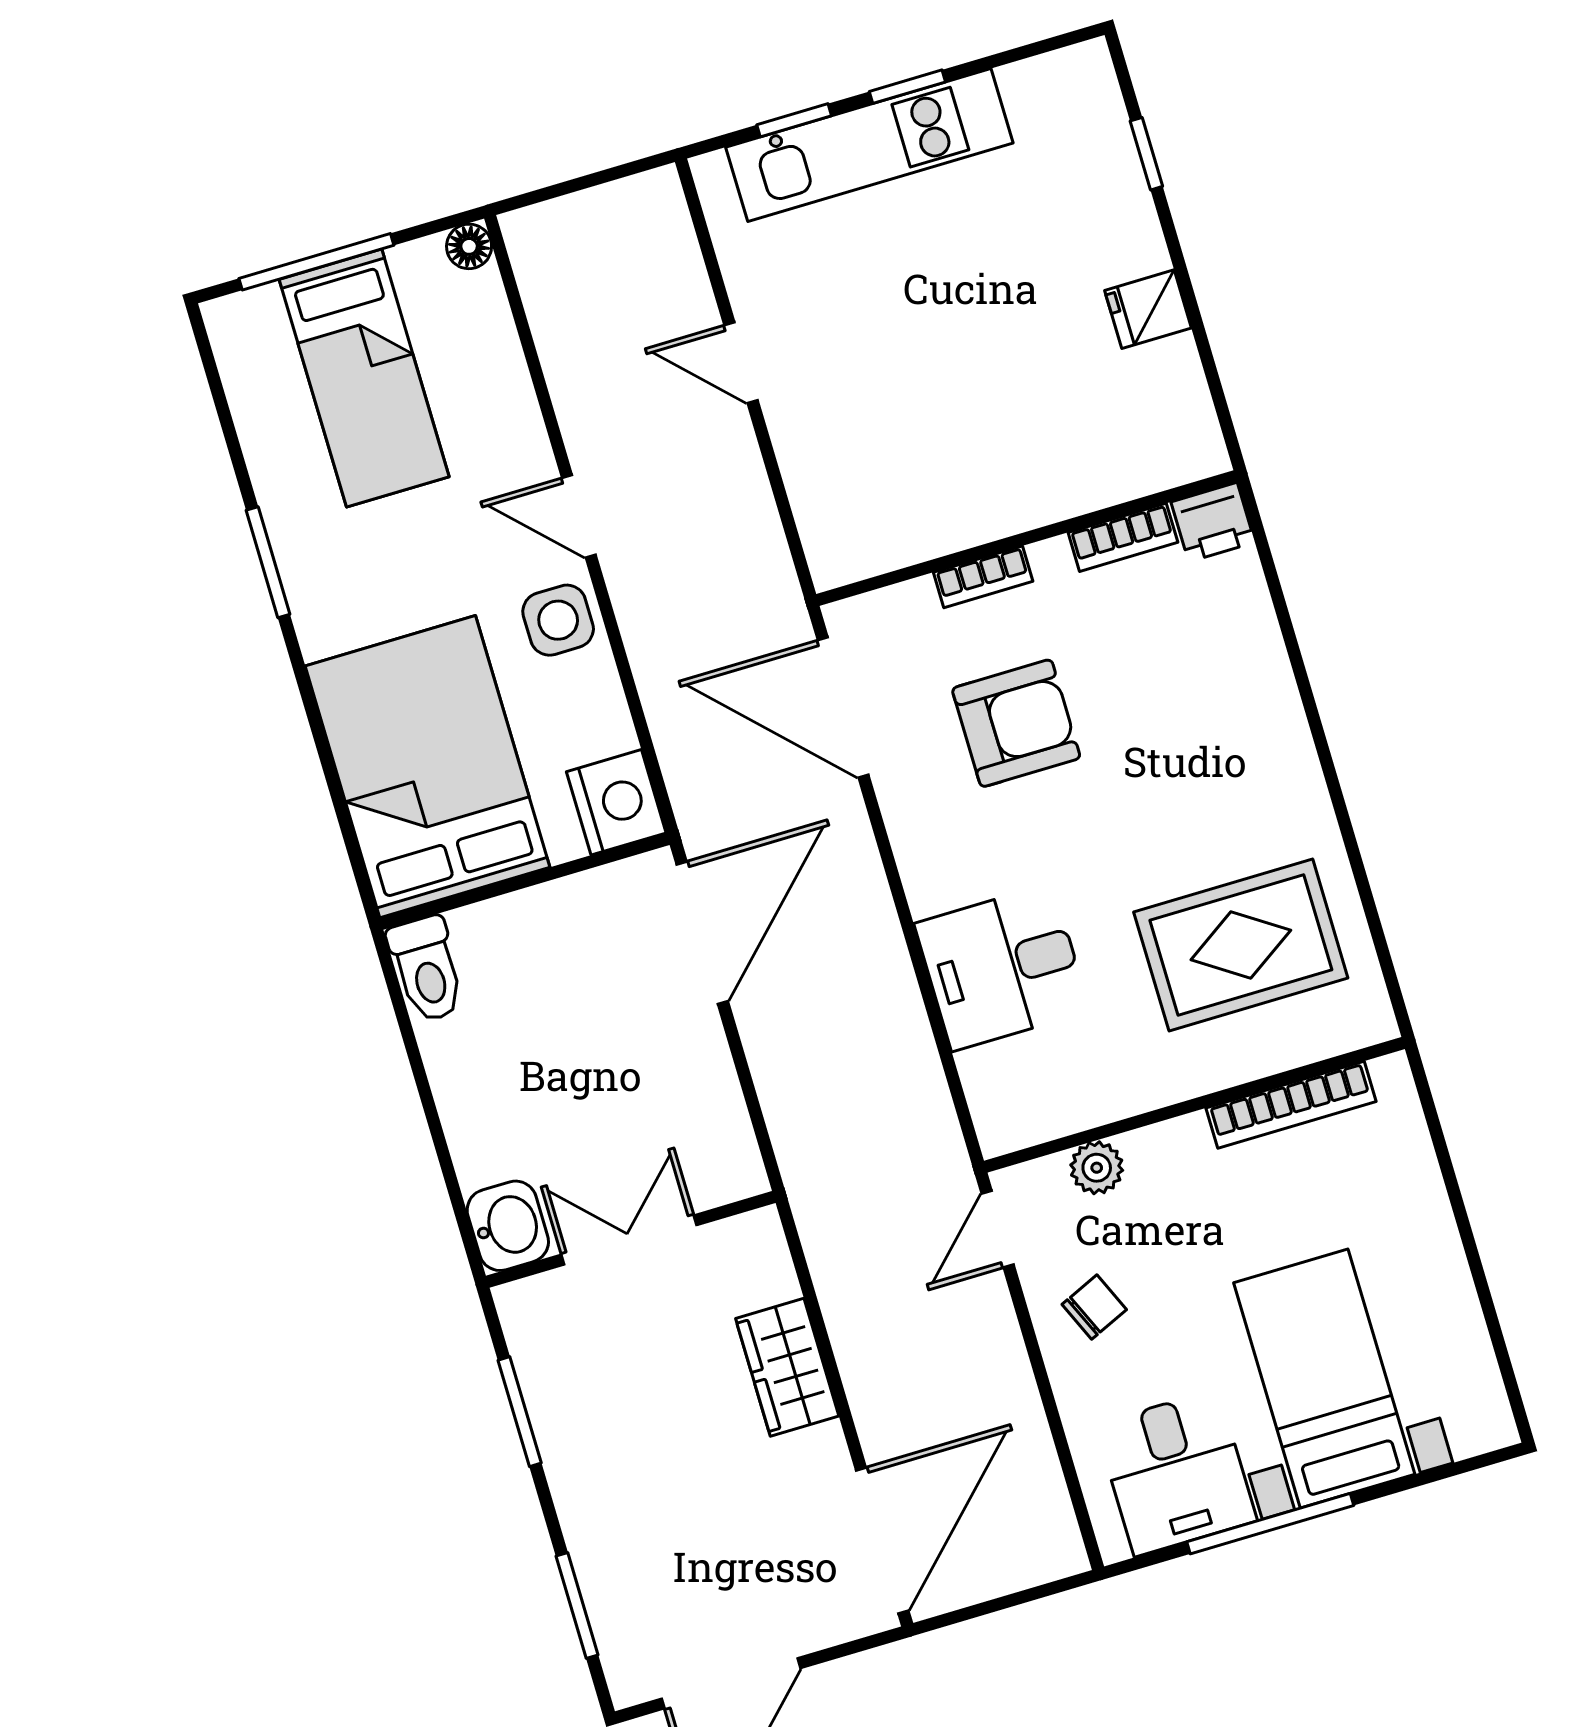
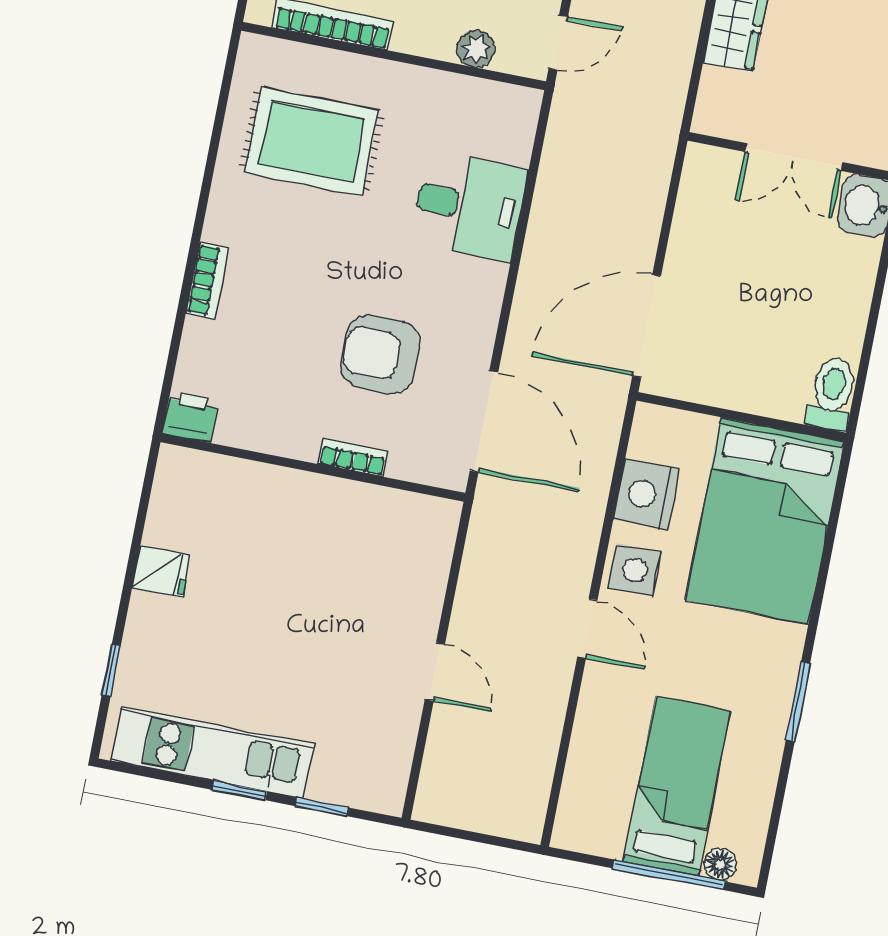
kitchen unit: (869, 145) -> (213, 753), moved
floor lamp: (469, 246) -> (720, 864), moved
bookcase: (1123, 537) -> (207, 281), moved, turned 90
nightstand: (616, 802) -> (646, 494), moved

